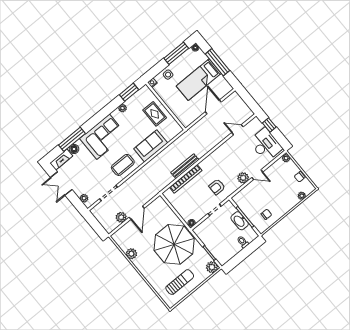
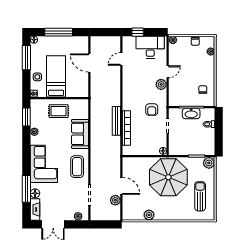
bed: (199, 80) -> (56, 76), moved, turned 180

